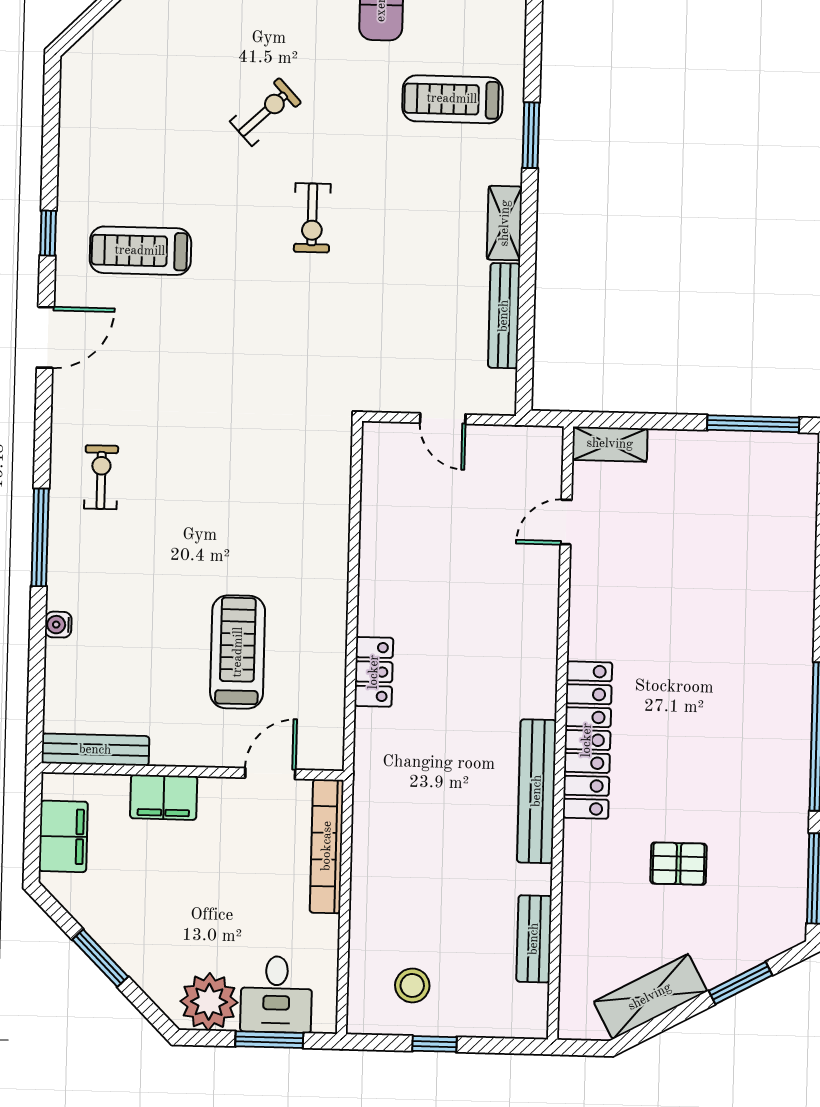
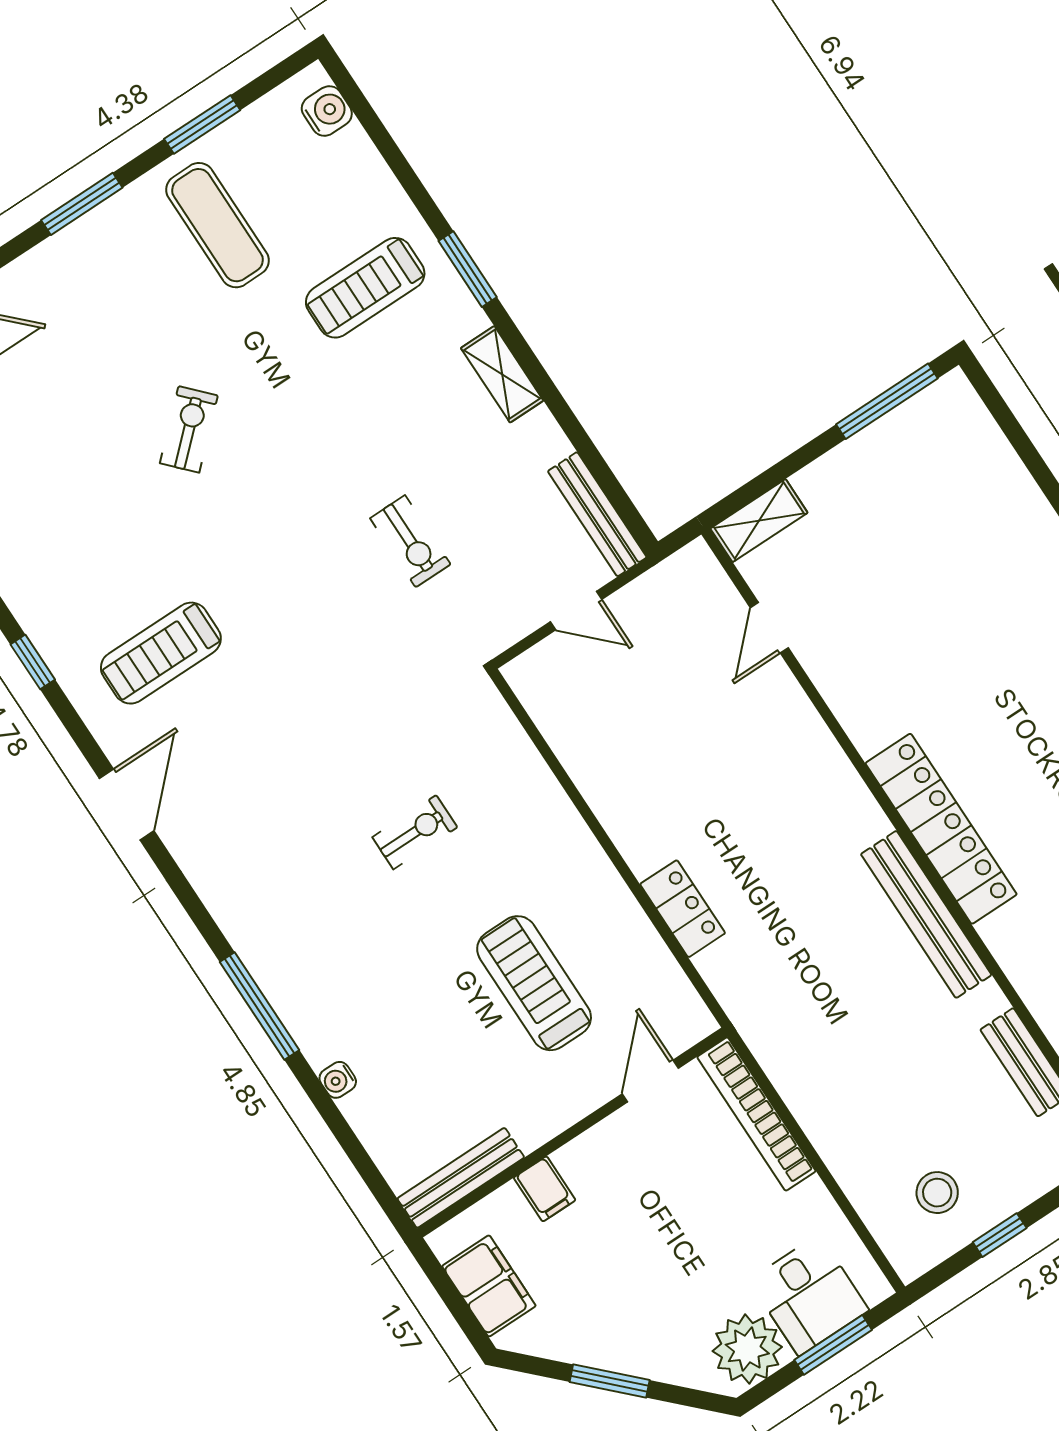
exercise bike: (312, 218) -> (410, 541), moved
window: (48, 233) -> (33, 662), moved
bench: (504, 316) -> (597, 514), moved
exercise bike: (101, 477) -> (415, 832), moved, turned 90
filing cabinet: (164, 797) -> (545, 1189), width x0.50

